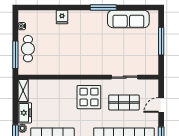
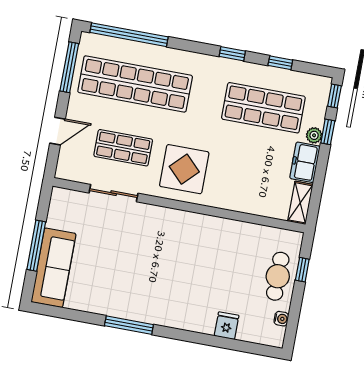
fridge: (62, 17) -> (227, 326), moved
sofa: (128, 19) -> (54, 268), moved, turned 90
window: (15, 55) -> (302, 270), width x0.46

